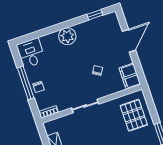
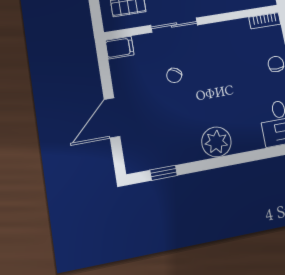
filing cabinet: (130, 76) -> (120, 48), width x0.50
sliding door: (85, 106) -> (174, 25), moved

